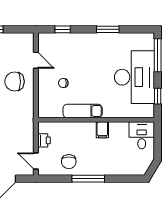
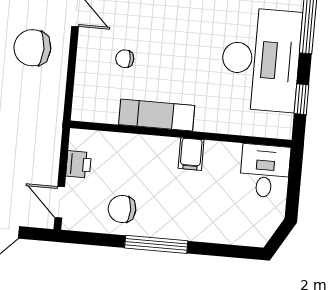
chair: (69, 162) -> (122, 209), turned 90

